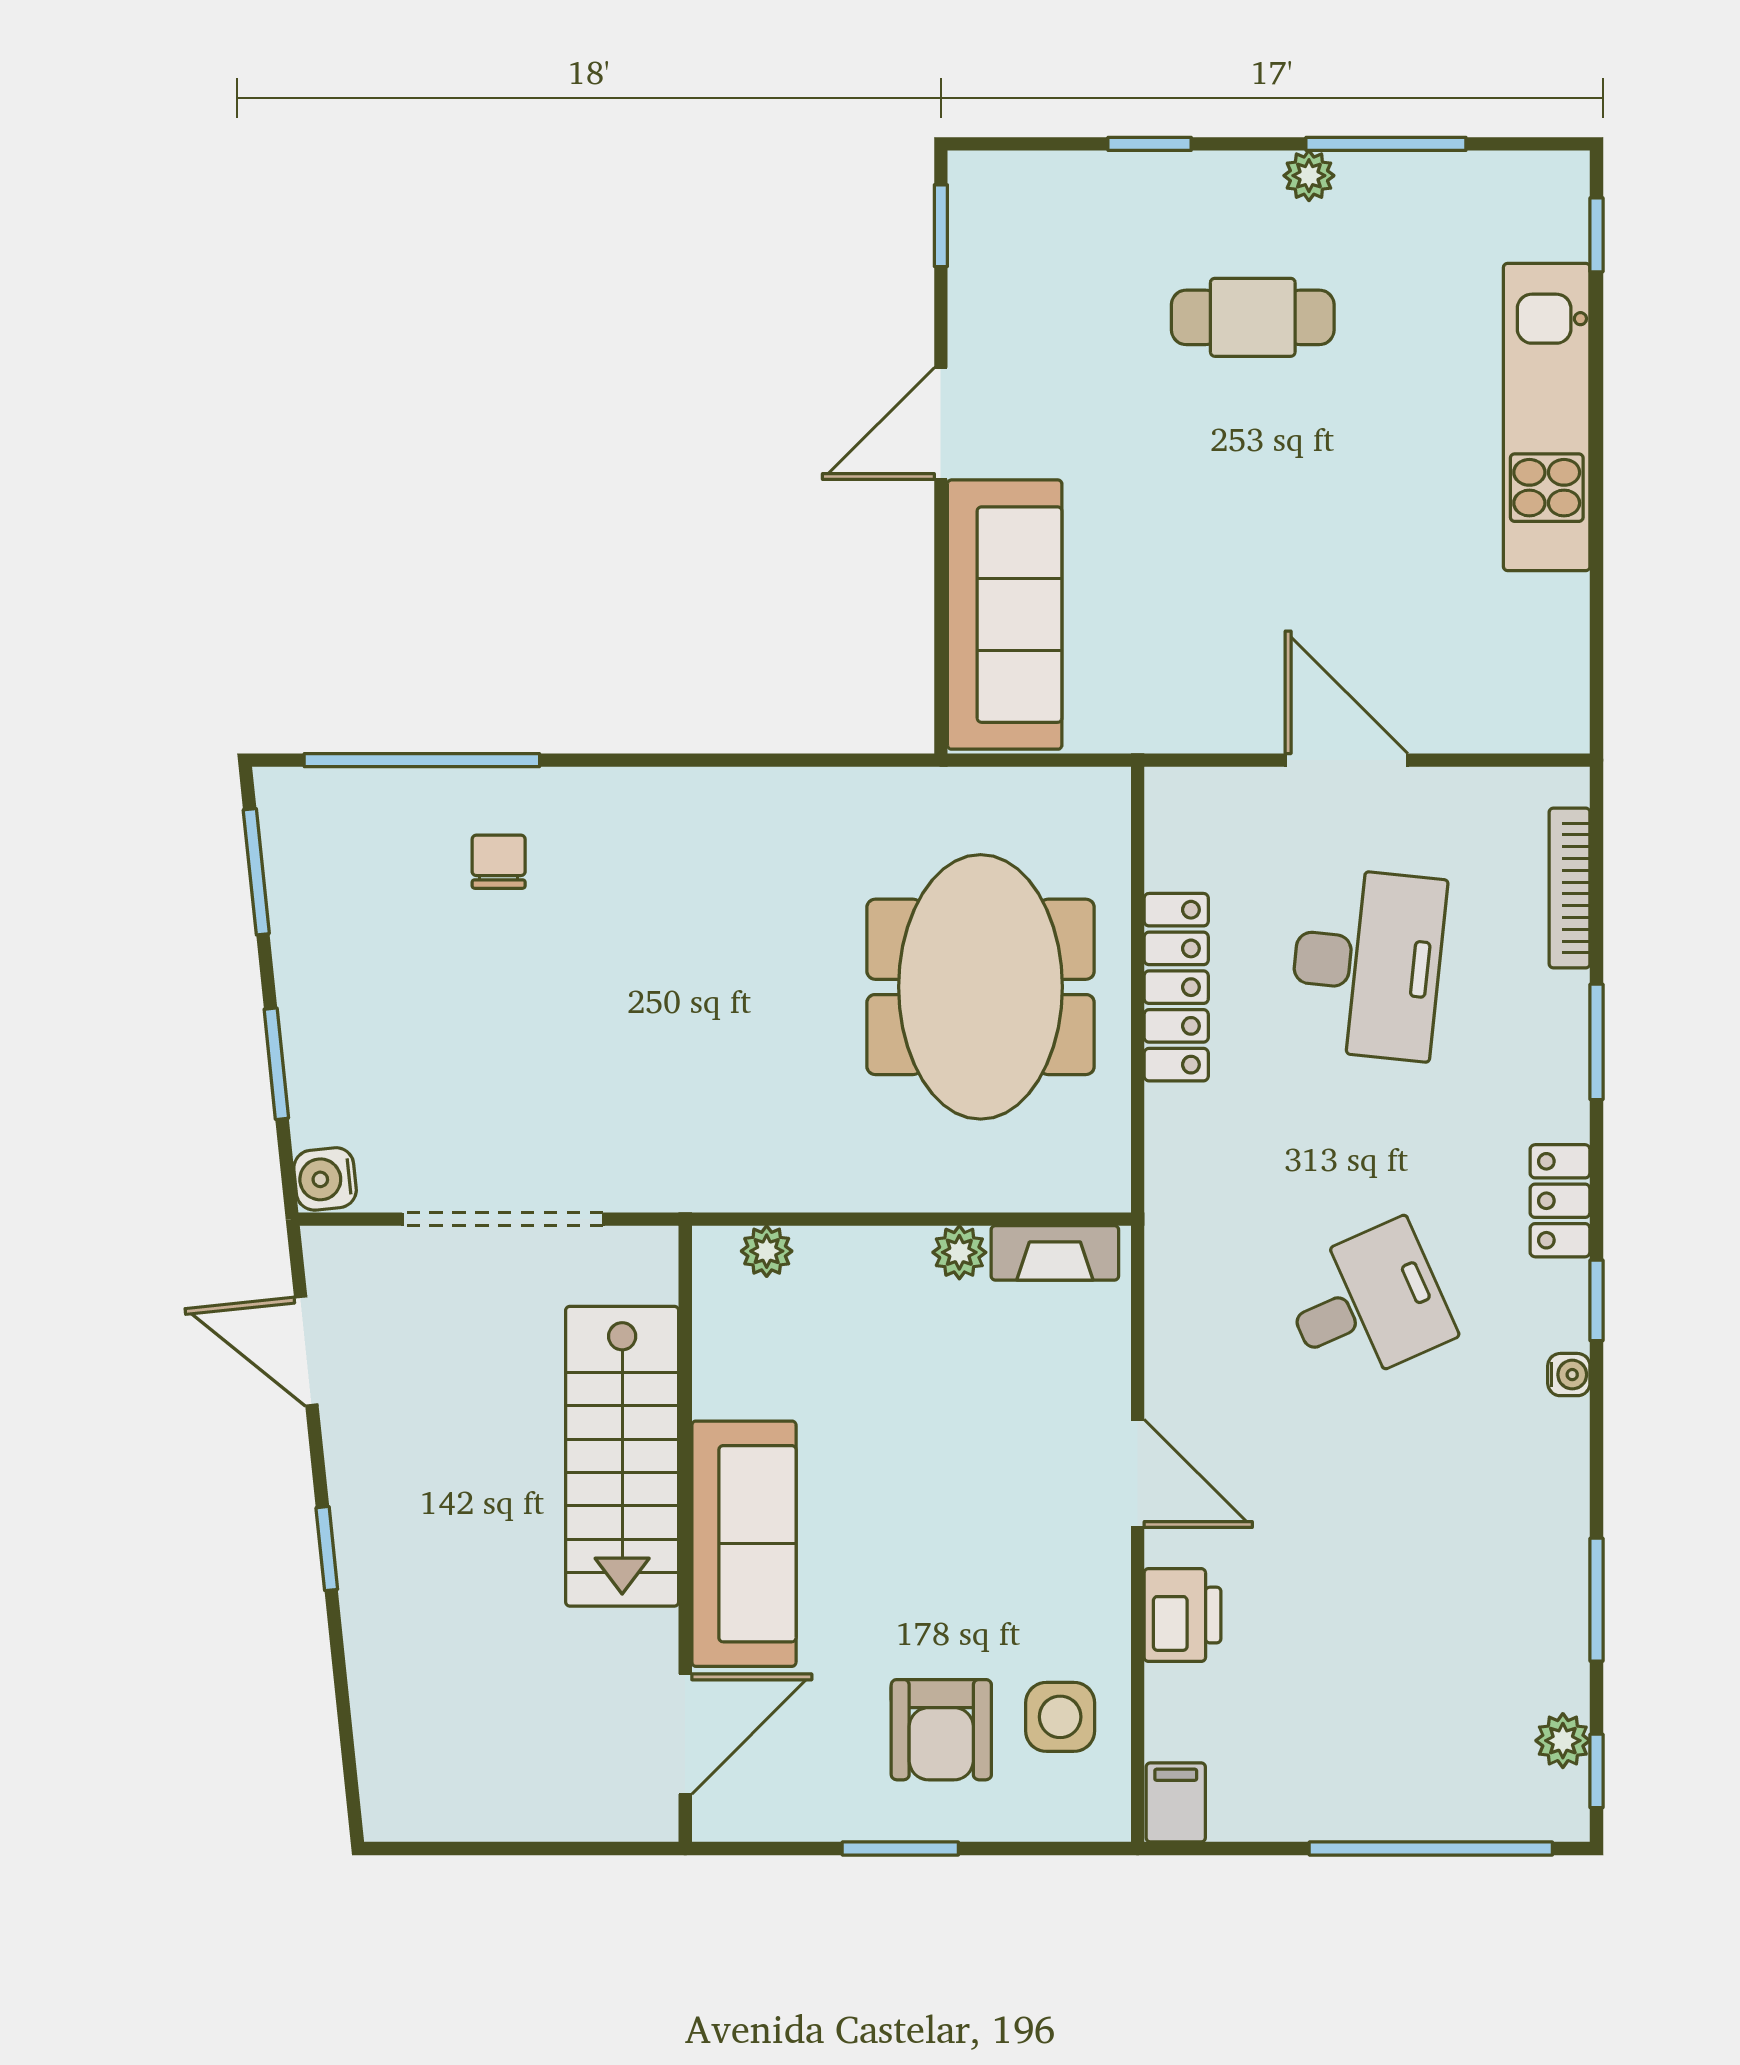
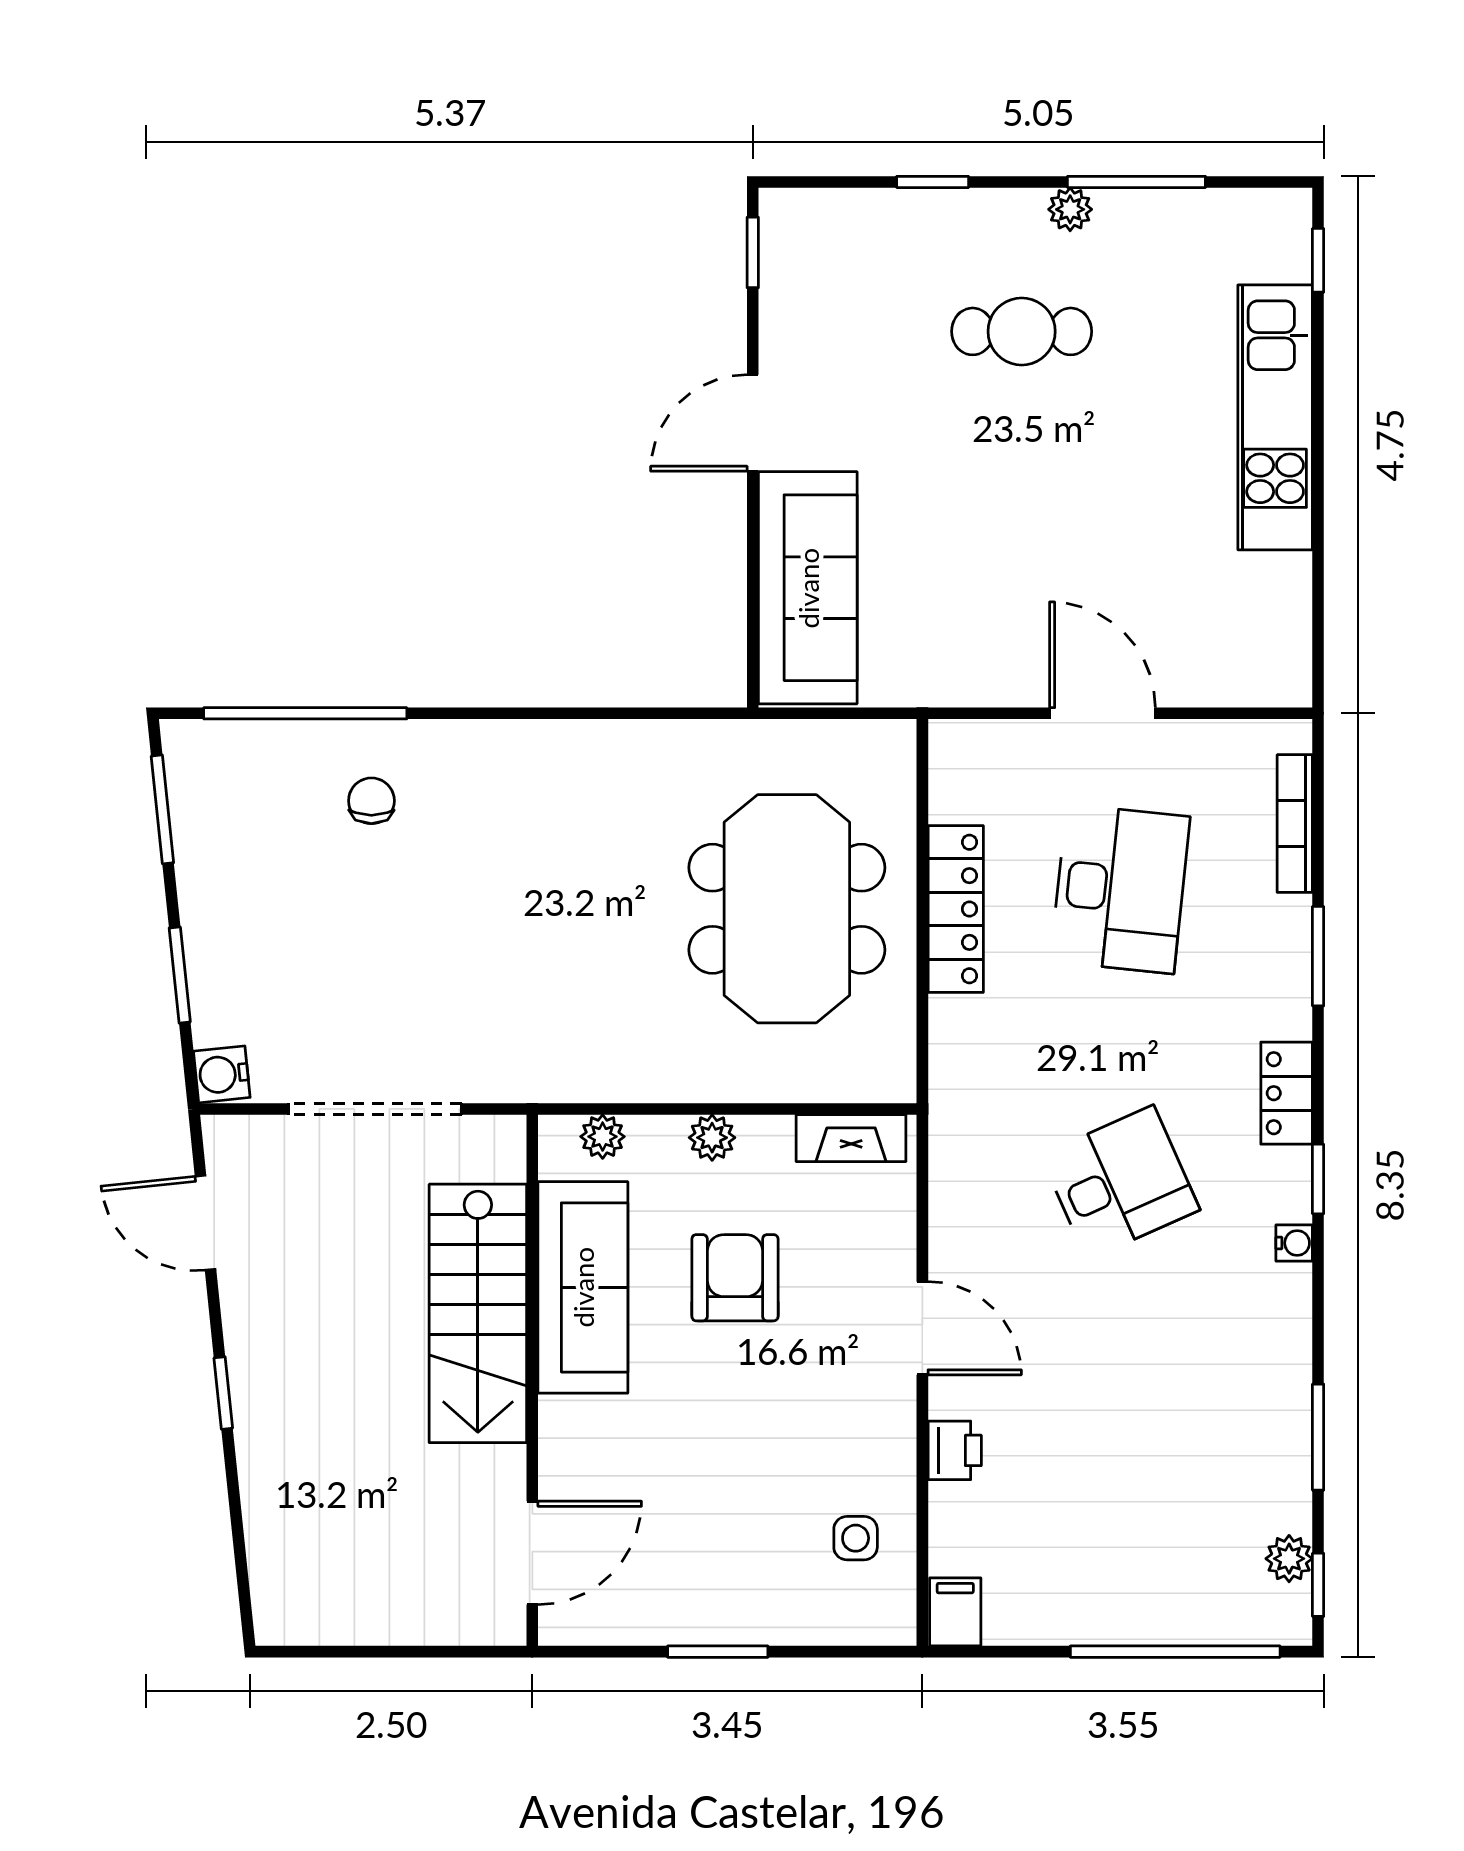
plant: (959, 1252) -> (712, 1138), moved
sofa: (744, 1544) -> (583, 1287), moved
printer: (1183, 1615) -> (955, 1450), width x0.73, depth x0.81
side table: (1060, 1717) -> (856, 1538), width x0.73, depth x0.73
armchair: (941, 1730) -> (735, 1278), moved, turned 180

